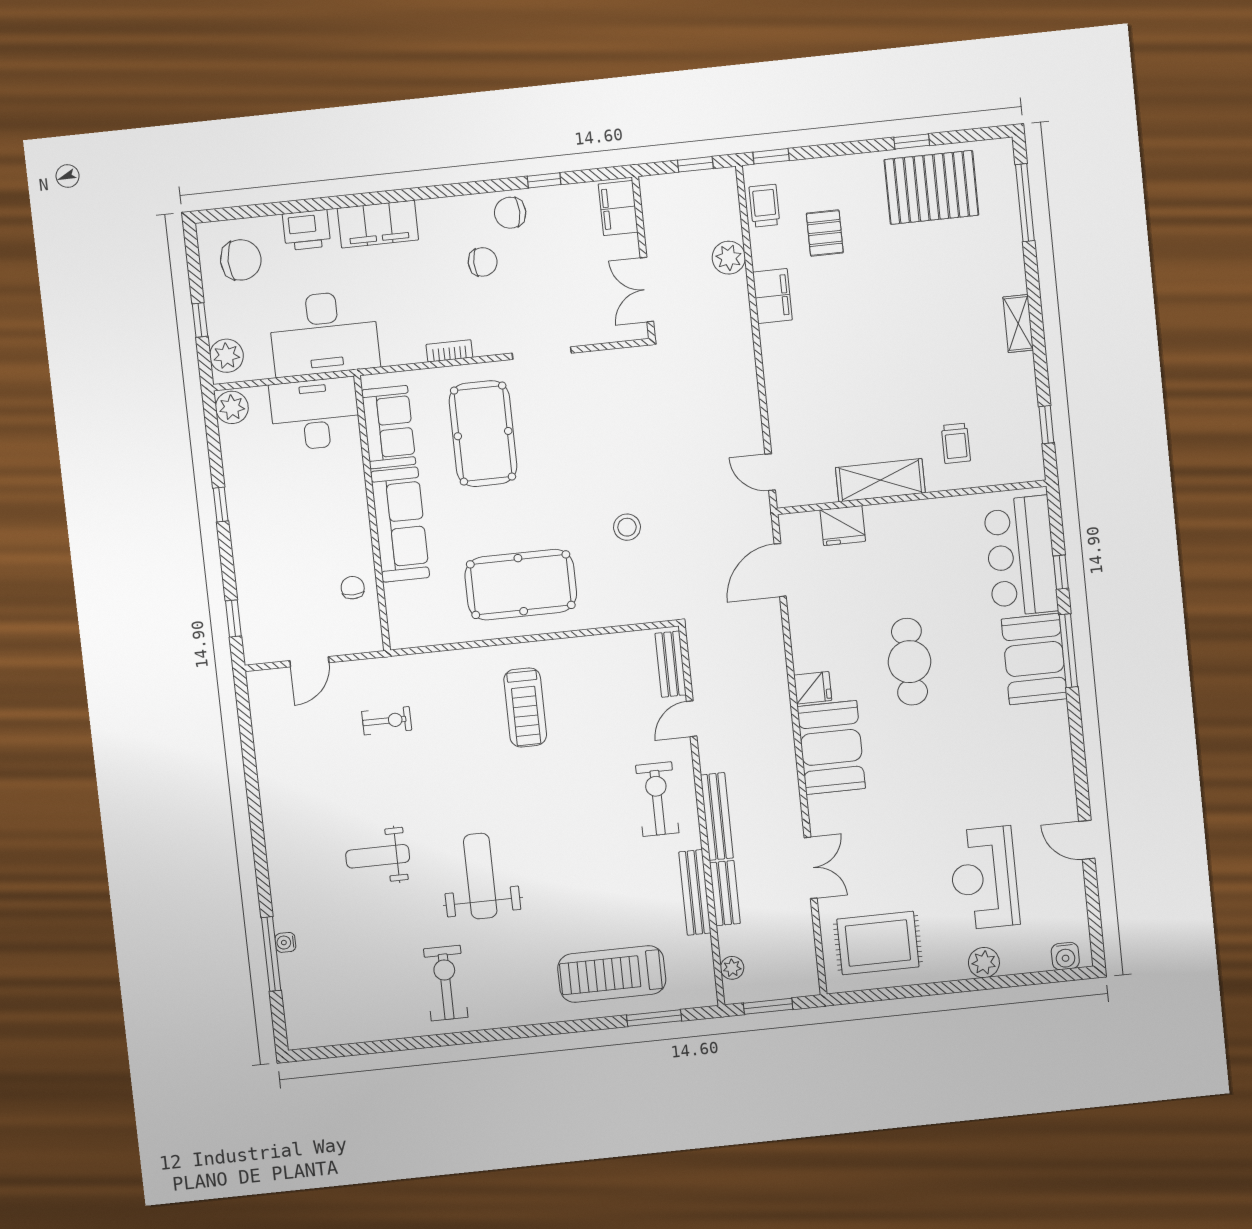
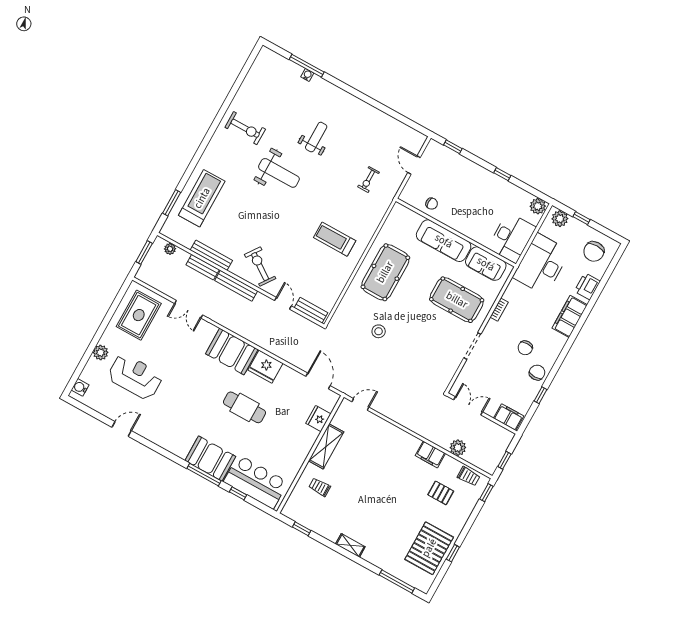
fridge: (813, 688) -> (265, 367), width x1.88, depth x1.34
exercise bike: (657, 799) -> (260, 267), turned -145

